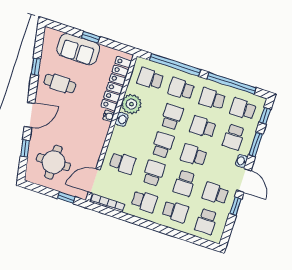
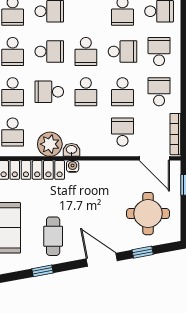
school desk: (203, 127) -> (49, 51), turned -90
school desk: (163, 145) -> (86, 92), turned -90
school desk: (153, 173) -> (122, 92), turned -90

